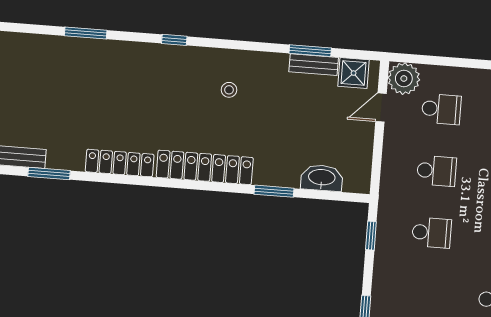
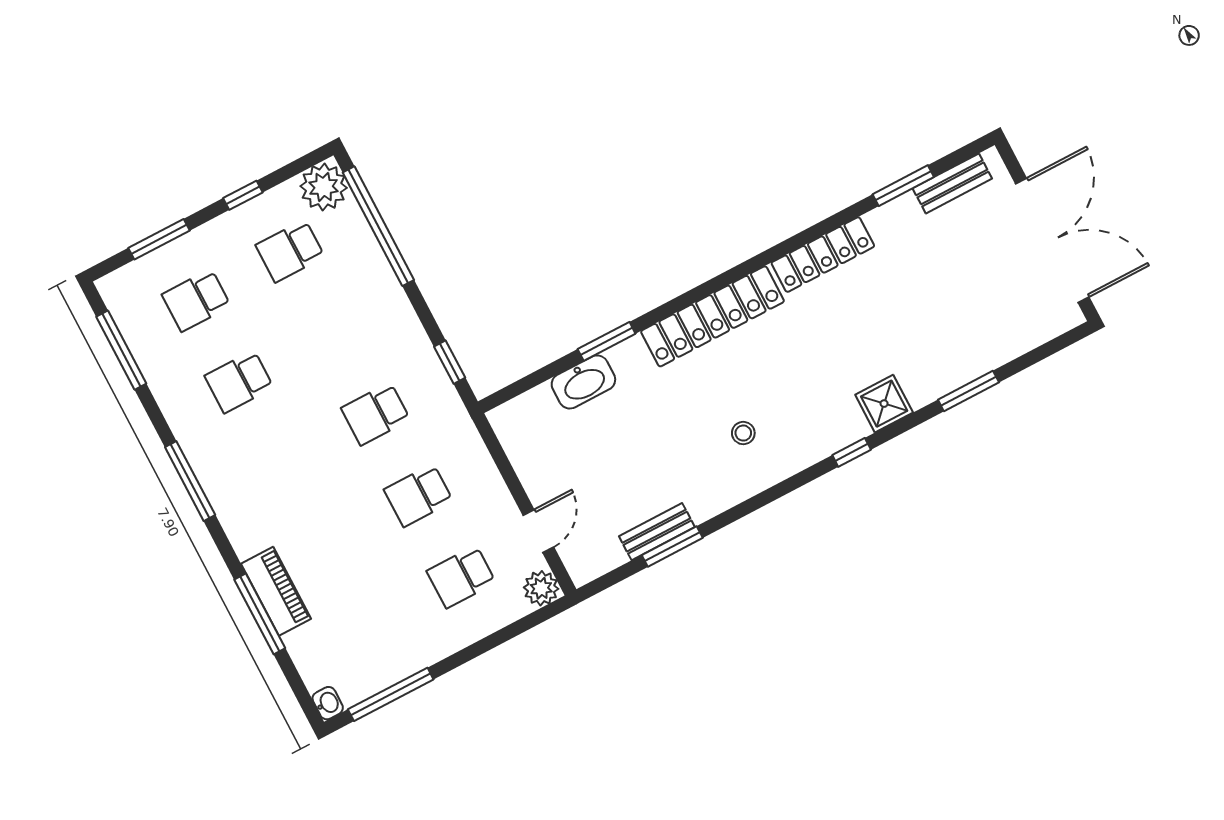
shower: (354, 73) -> (884, 404), moved
plant: (404, 79) -> (541, 588), width x0.73, depth x0.73
washbasin: (322, 178) -> (583, 382), moved

